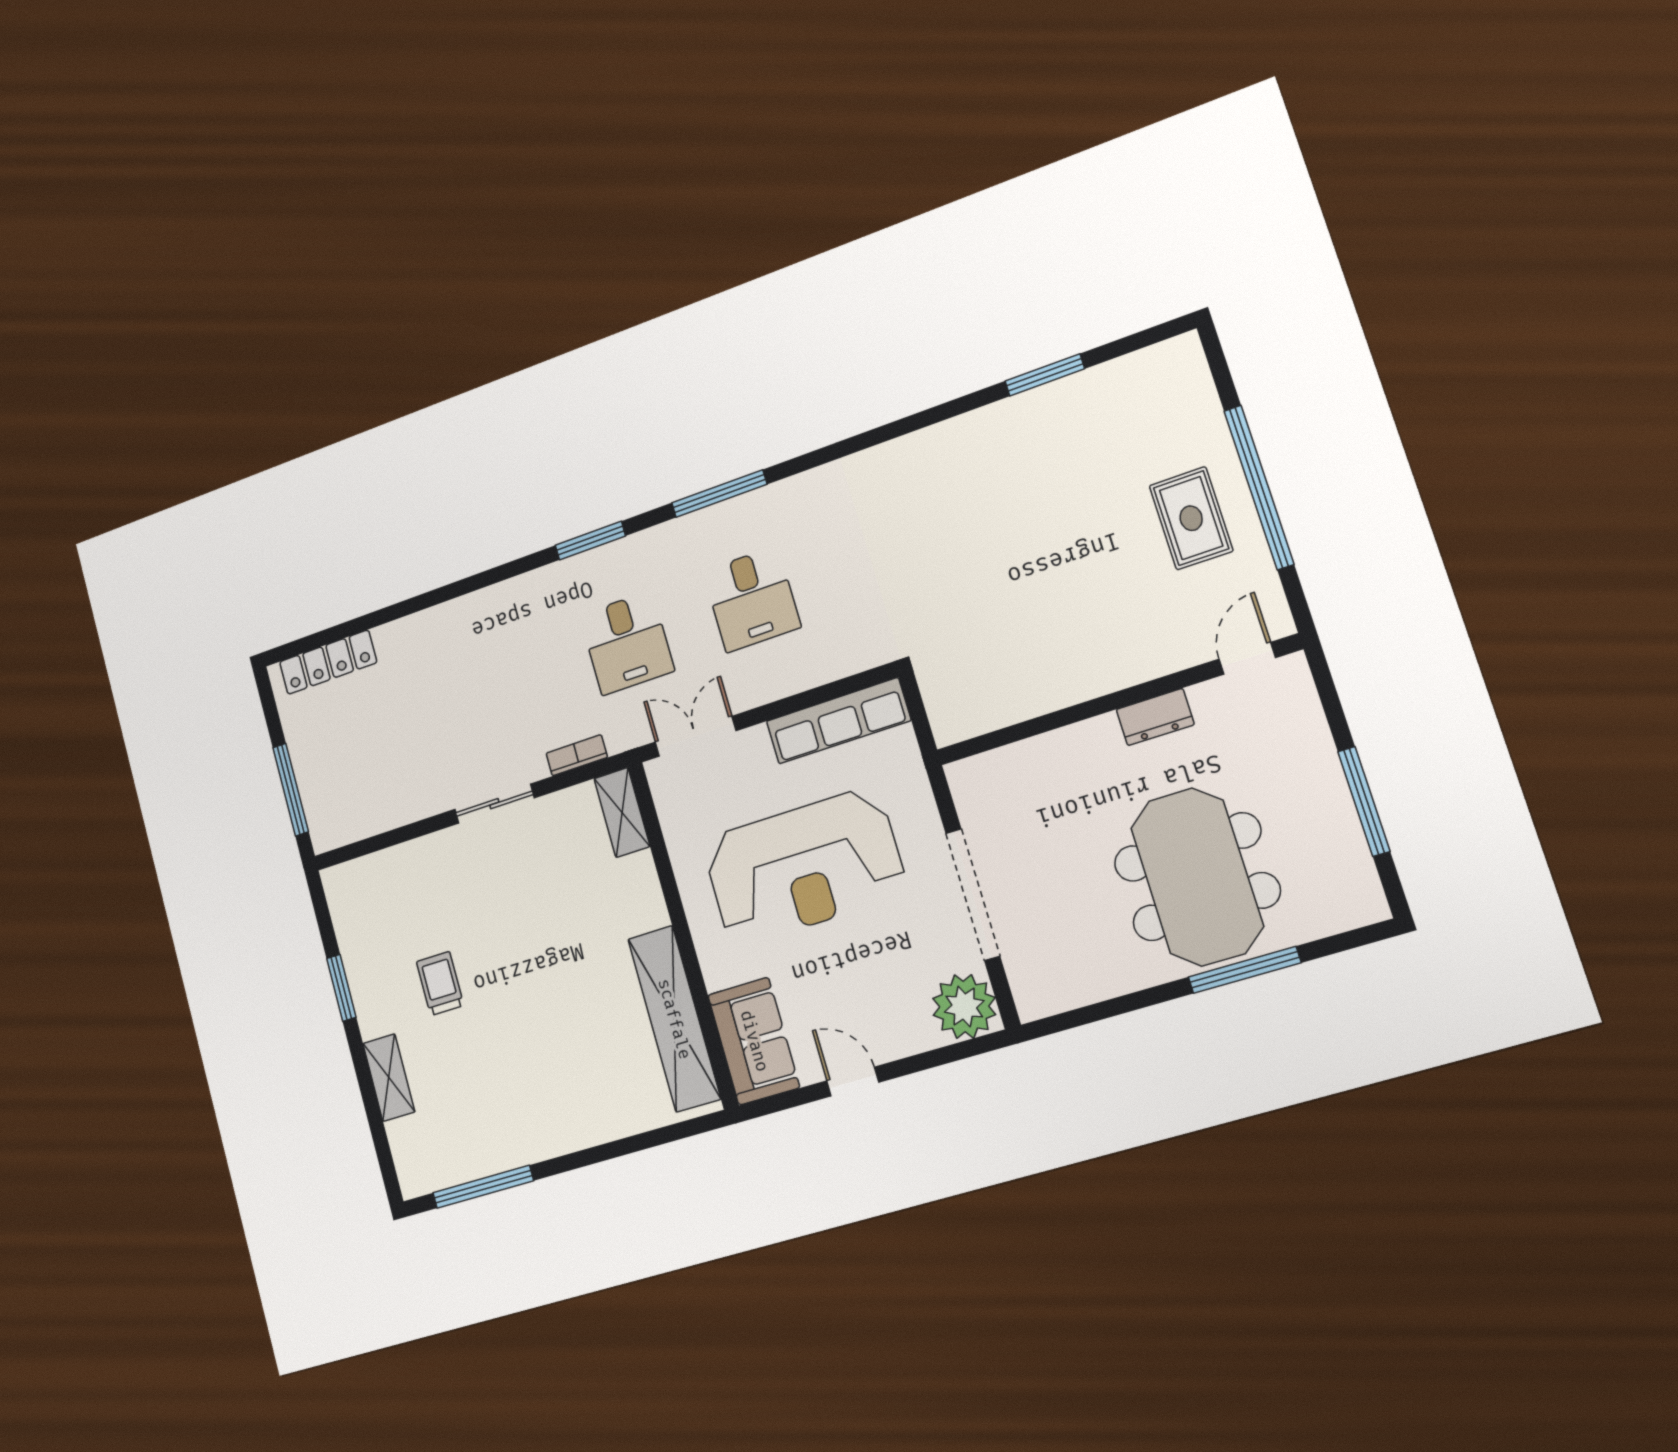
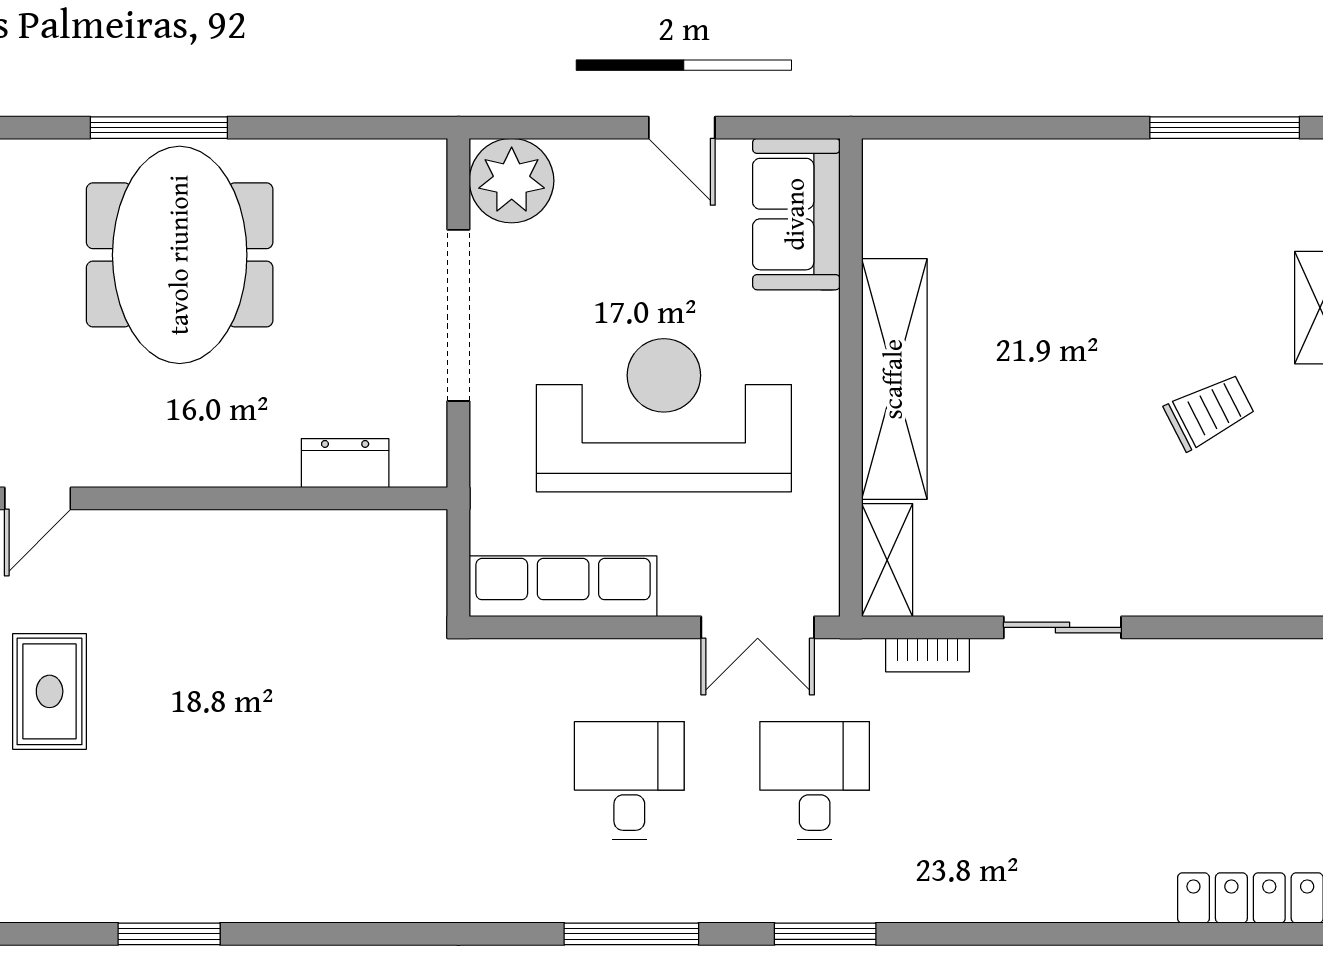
dresser: (1155, 717) -> (345, 463), moved
trolley: (440, 984) -> (1209, 412), turned -117
shelving: (674, 1019) -> (894, 379), moved

